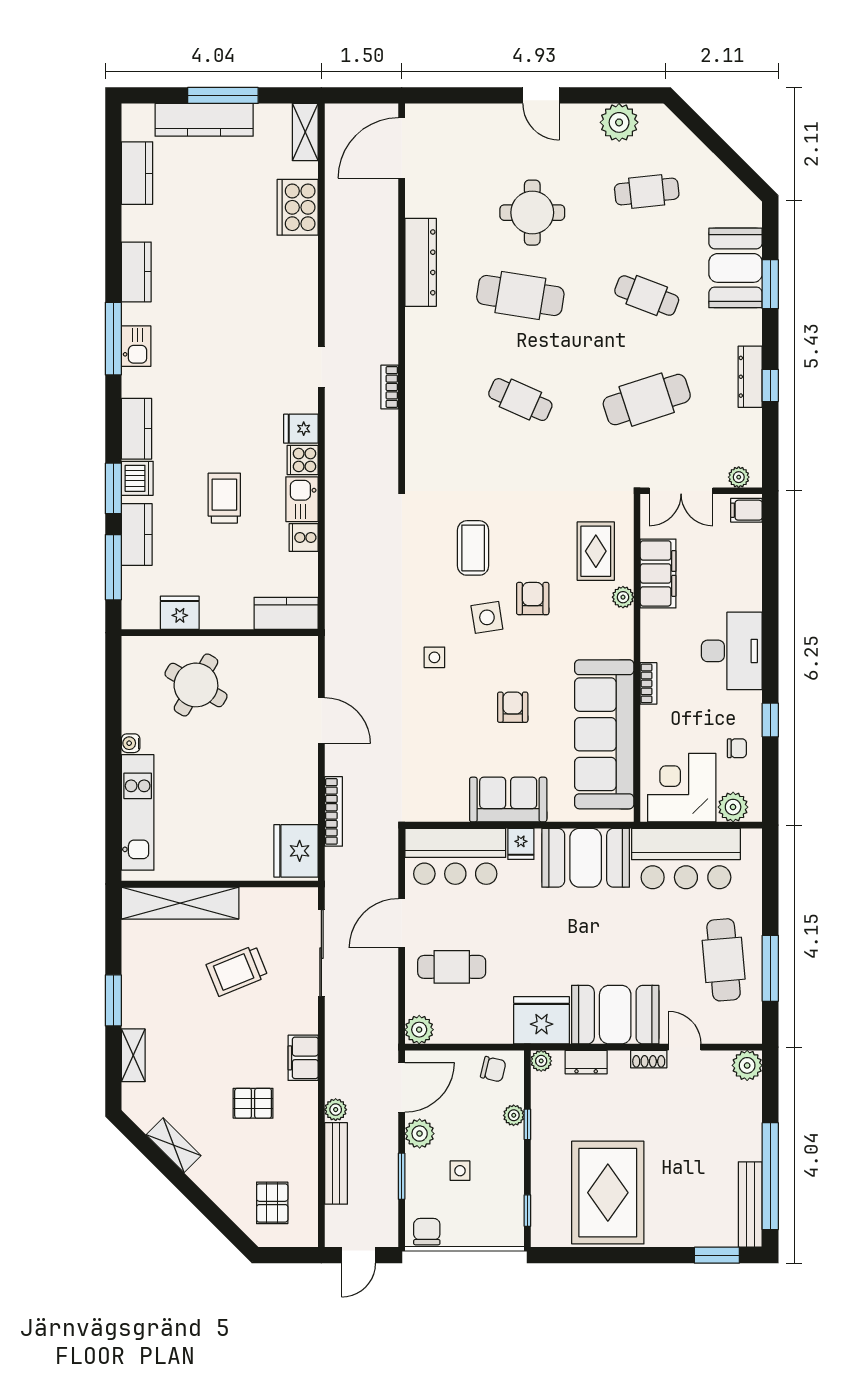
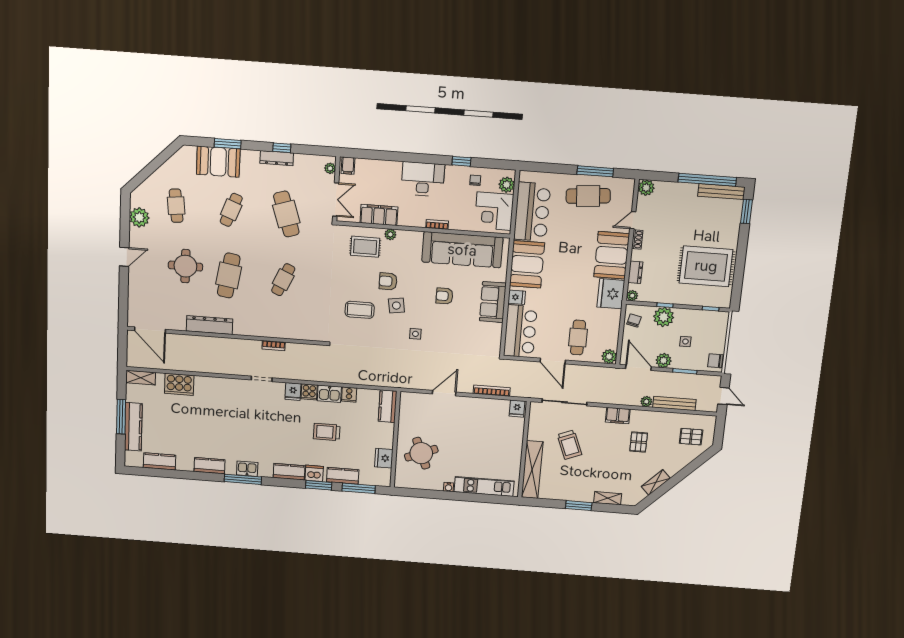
round table: (196, 685) -> (421, 453), turned 38
fridge: (296, 851) -> (517, 409), width x0.53, depth x0.75
plant: (514, 1115) -> (664, 317), width x1.88, depth x1.88

